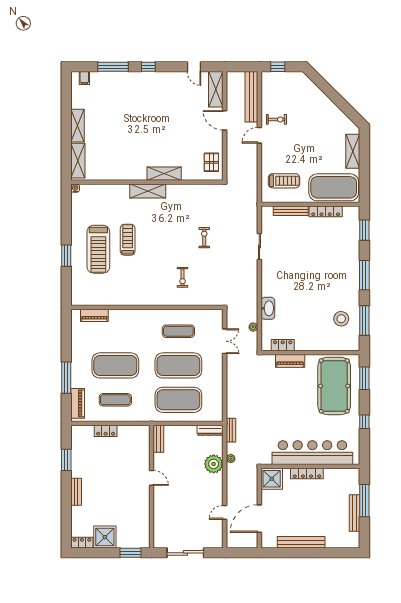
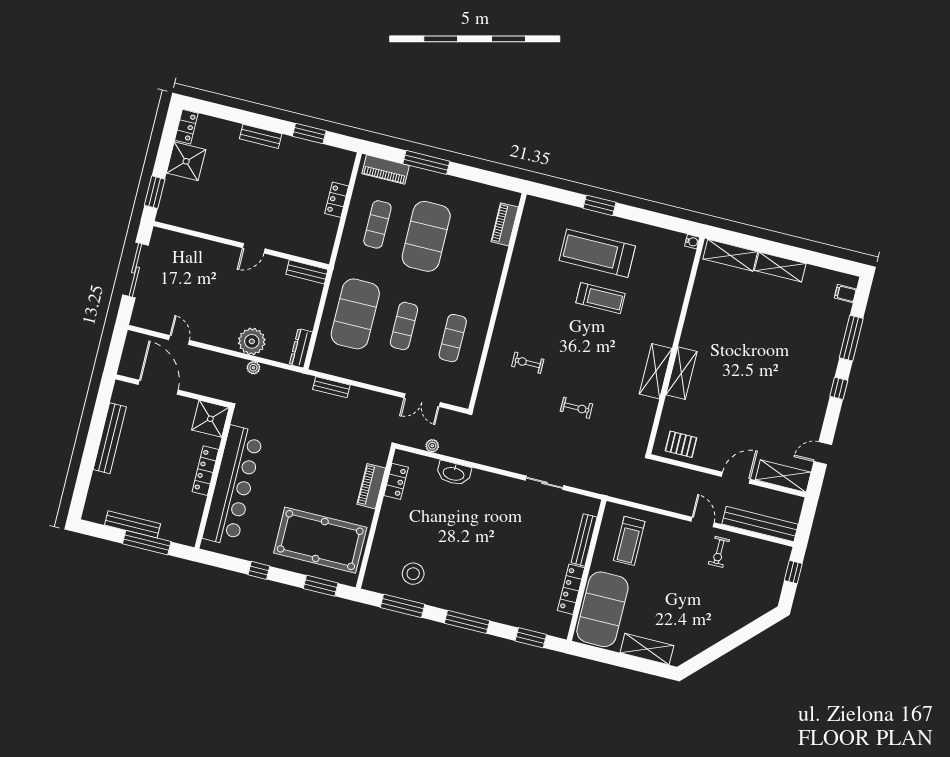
shelving: (148, 191) -> (656, 371), moved
exercise mat: (178, 365) -> (404, 326), width x0.50, depth x0.69
bench: (231, 430) -> (331, 387), moved

